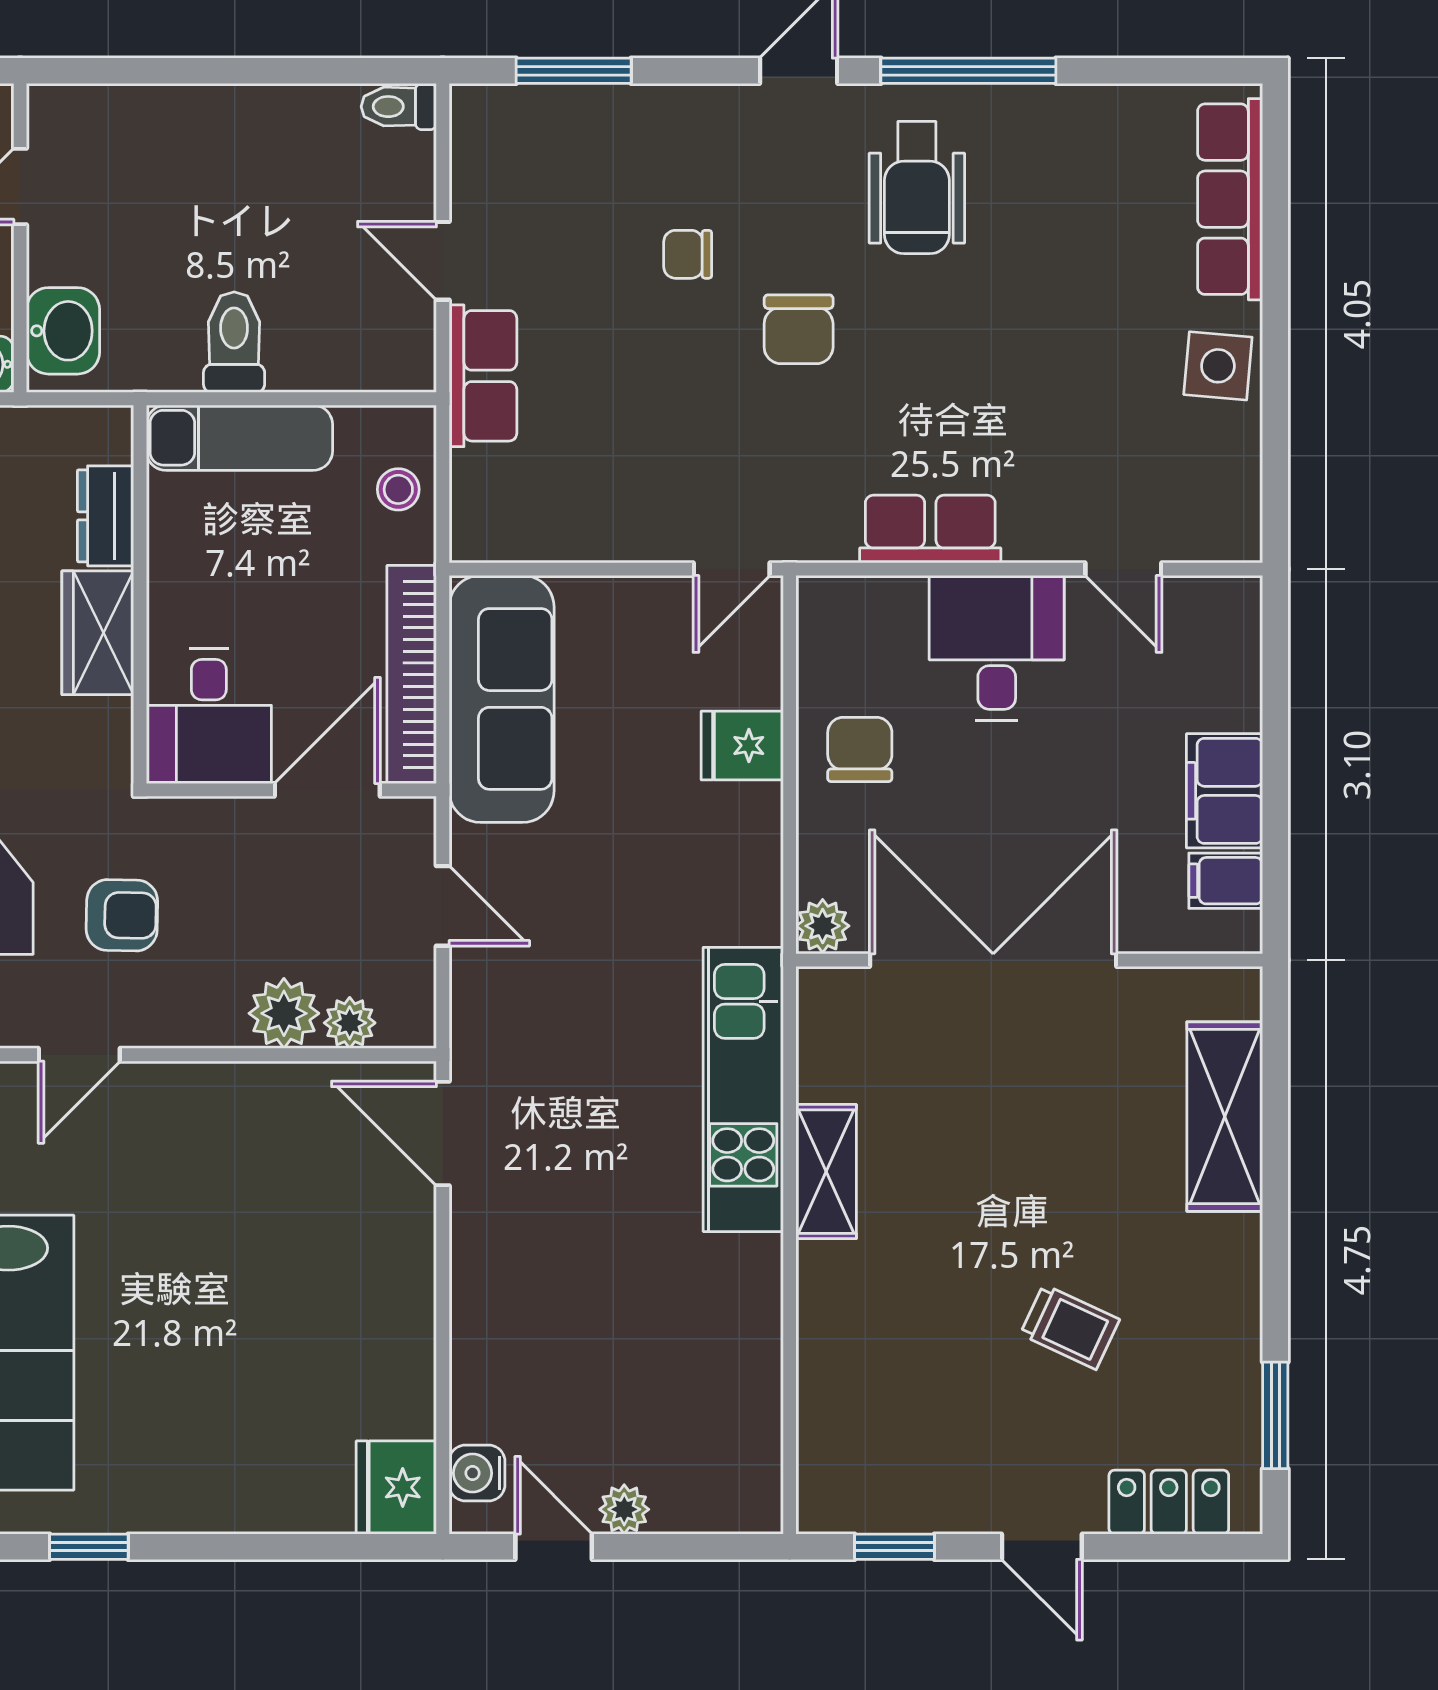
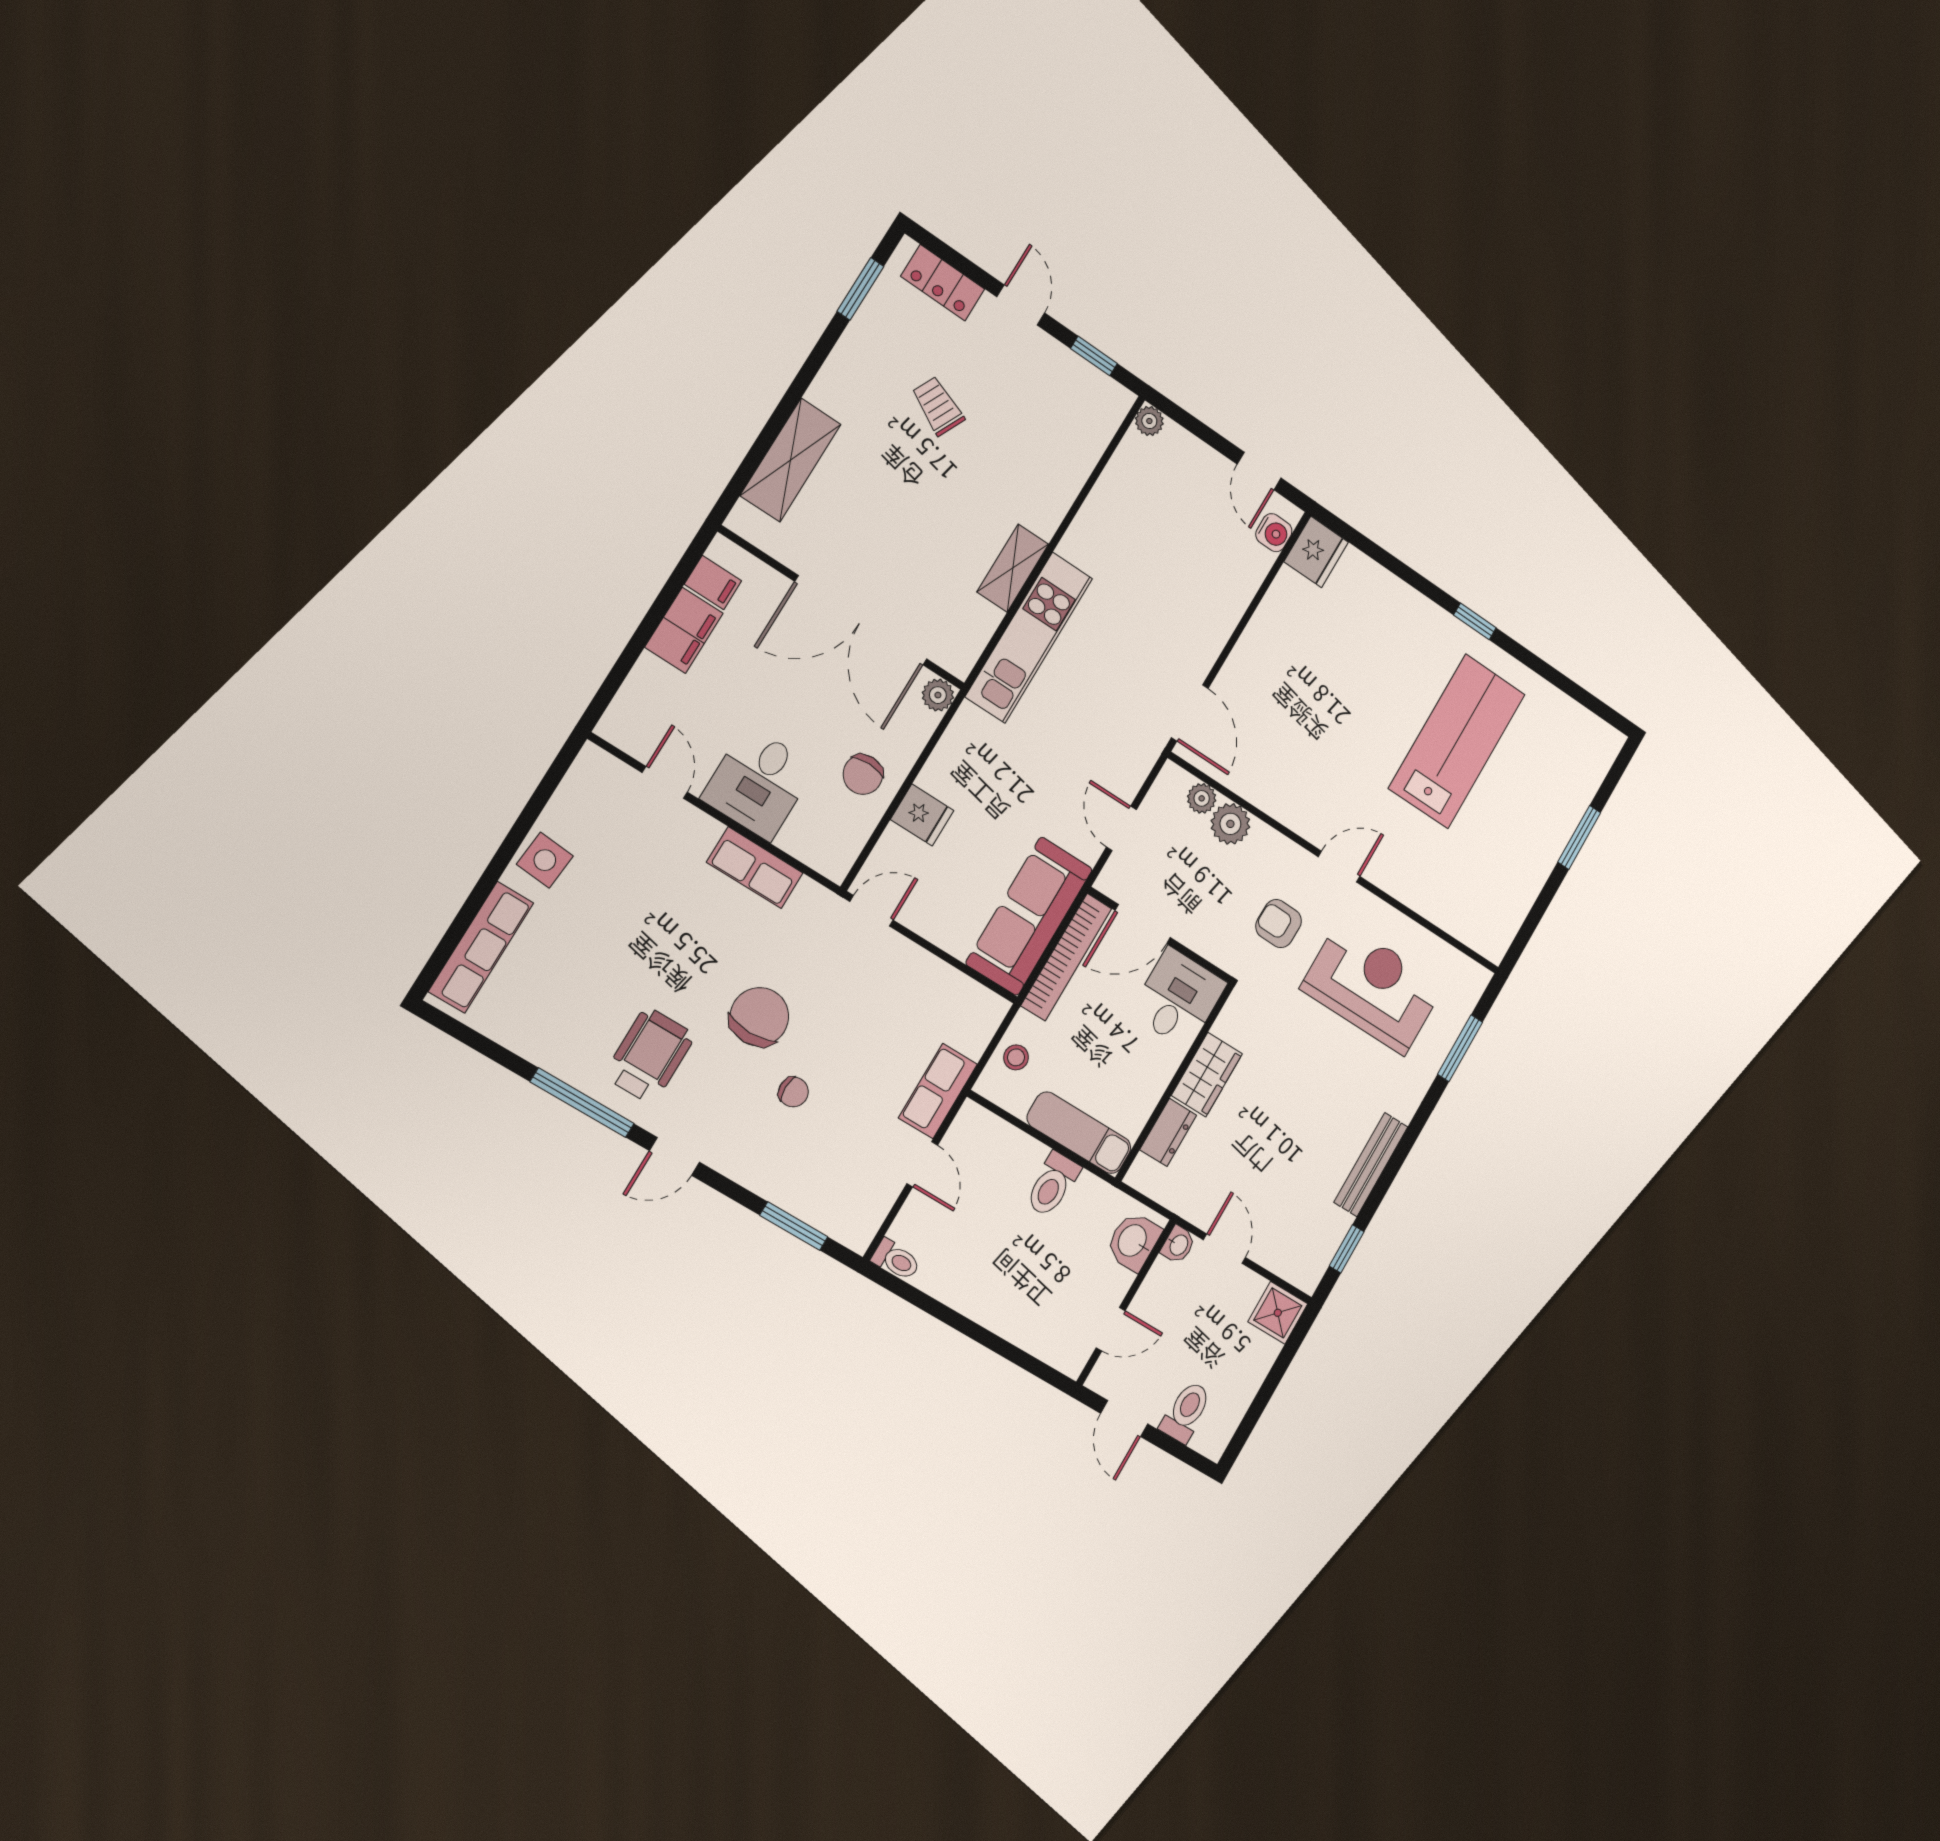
chair: (799, 329) -> (759, 1017), width x1.37, depth x1.37
plant: (624, 1509) -> (1149, 421), moved

